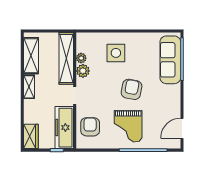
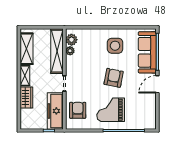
side table: (116, 53) -> (115, 46), moved
plant: (83, 71) -> (71, 40), moved
grand piano: (128, 126) -> (111, 110), turned 90
door: (182, 128) -> (157, 84), moved
wardrobe: (31, 136) -> (26, 97), moved

